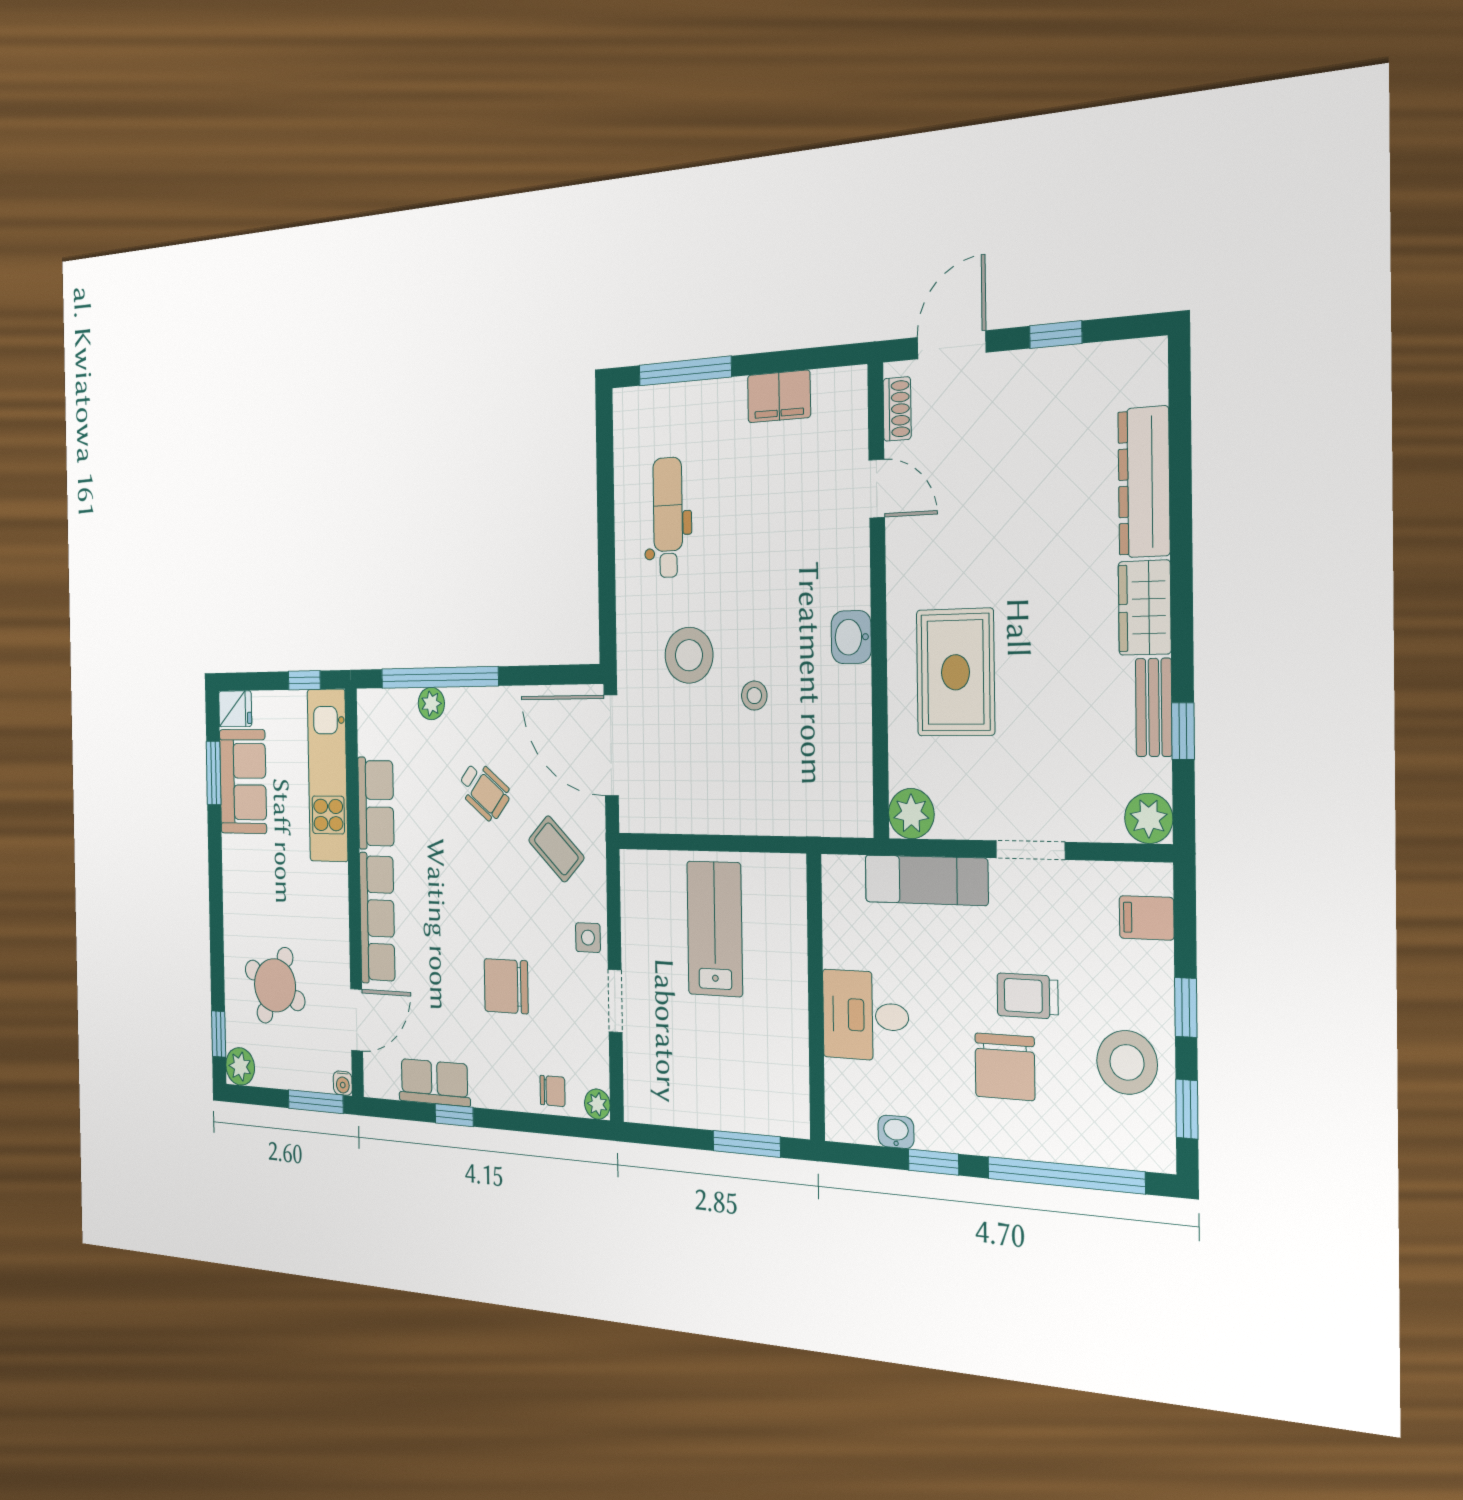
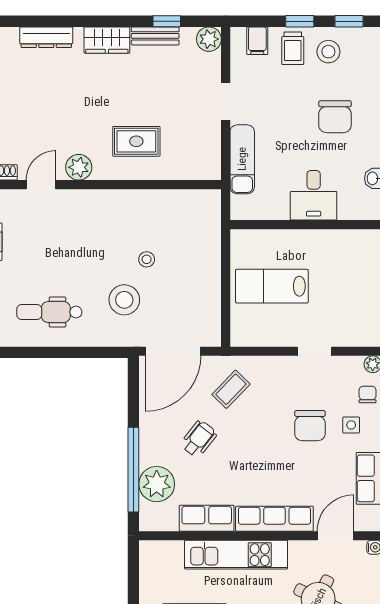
dresser: (1144, 482) -> (46, 37), width x0.73, depth x0.80
washbasin: (851, 637) -> (117, 201), removed
rug: (955, 672) -> (136, 141), width x0.73, depth x0.70
window: (304, 680) -> (133, 571), removed
plant: (431, 703) -> (157, 484), width x1.88, depth x1.88
kitchen unit: (328, 775) -> (236, 555), moved
plant: (911, 814) -> (79, 167), moved
side table: (588, 938) -> (351, 425), moved
trolley: (1027, 996) -> (293, 48), moved
door: (357, 1020) -> (336, 536), hinge flipped
stool: (1127, 1062) -> (328, 52), width x0.73, depth x0.73
chair: (1005, 1067) -> (335, 117), turned 90

